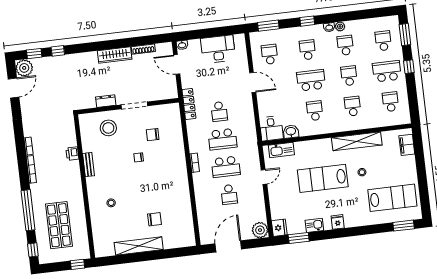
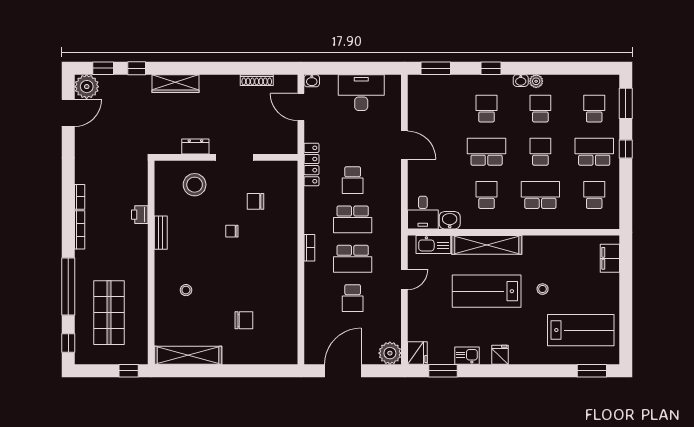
school desk: (270, 54) -> (433, 109), removed
wardrobe: (115, 55) -> (176, 84), moved
school desk: (353, 106) -> (540, 195), width x1.85
shelving: (357, 141) -> (487, 245), moved
shelving: (139, 246) -> (188, 355), moved

